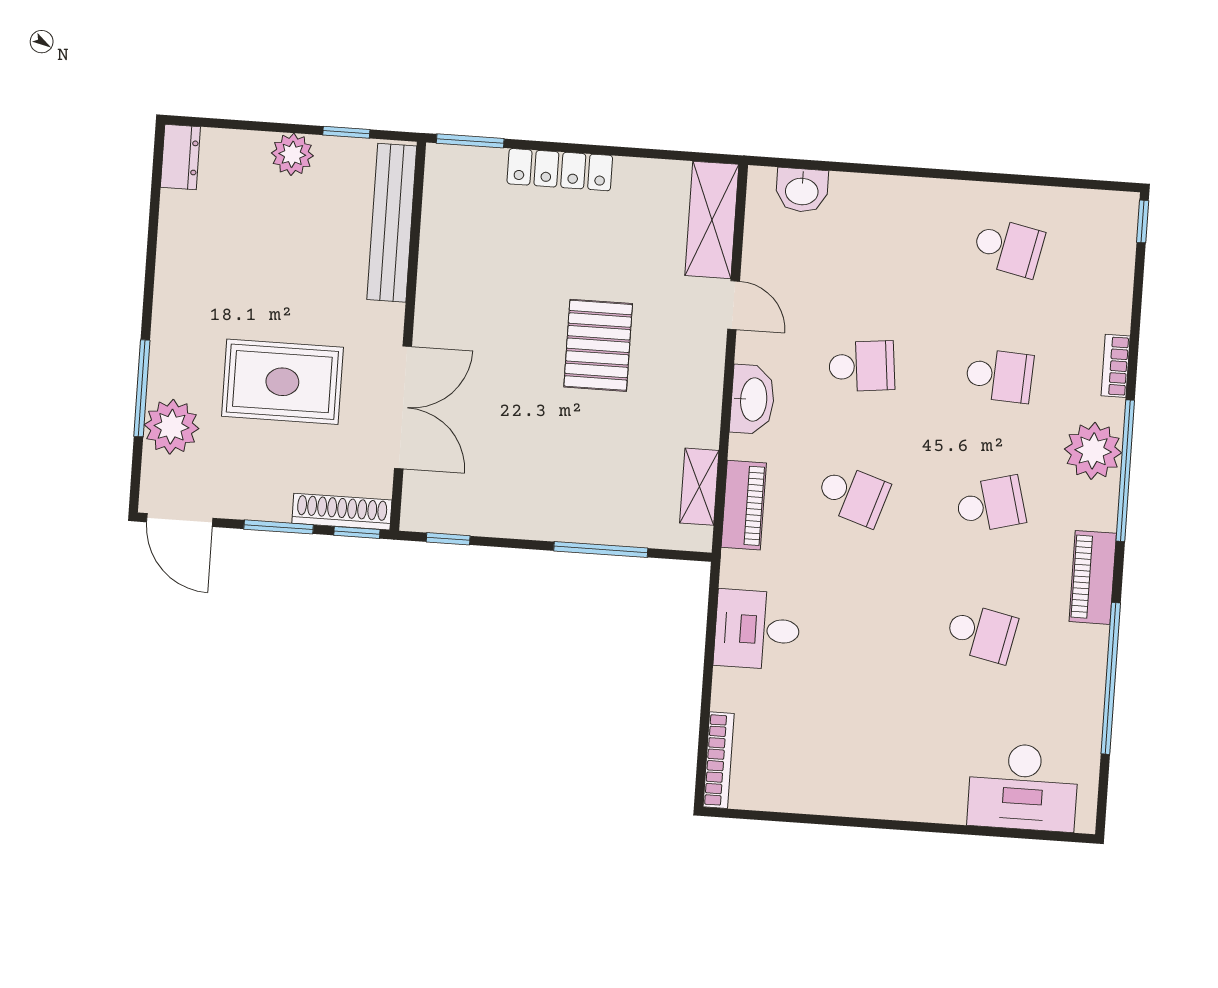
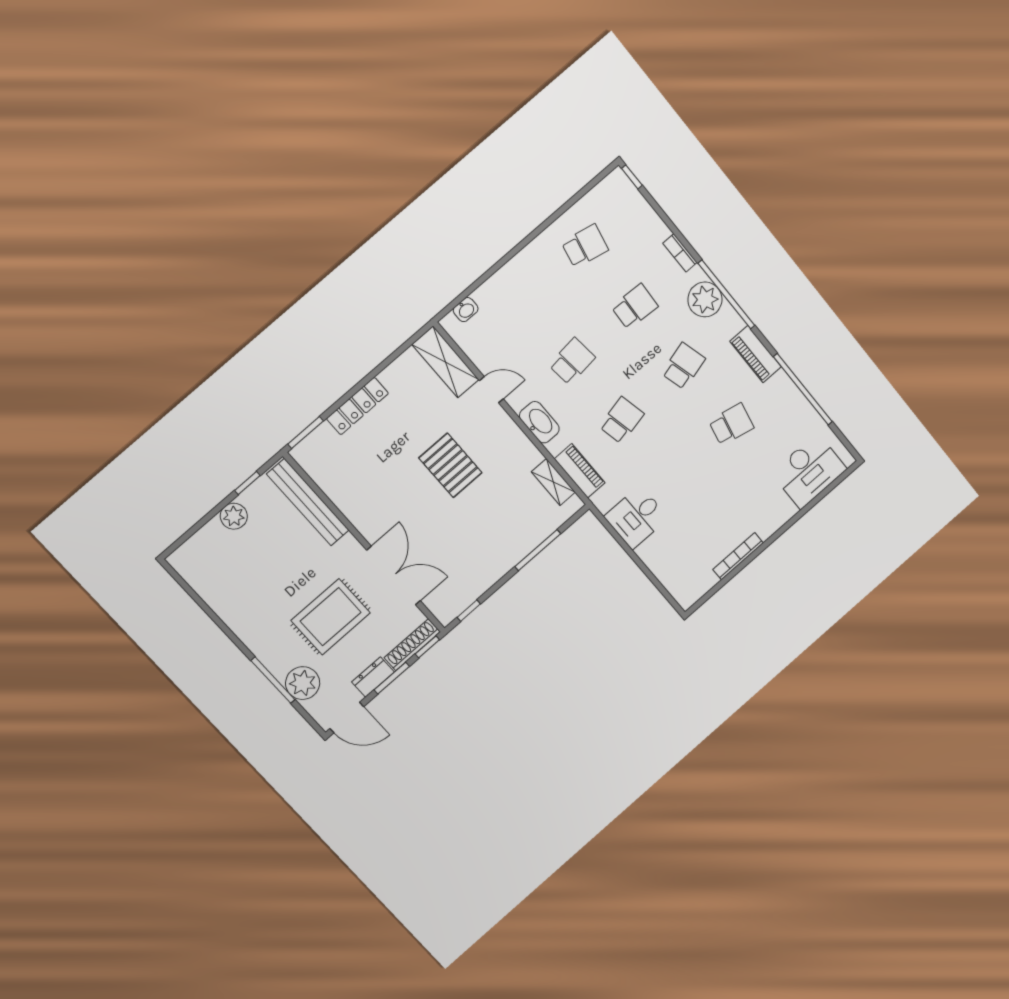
dresser: (180, 157) -> (373, 677), moved, turned -90
washbasin: (802, 190) -> (466, 310), width x0.72, depth x0.69
school desk: (853, 495) -> (621, 420), turned -30
bookcase: (719, 760) -> (738, 556), moved, turned -90

